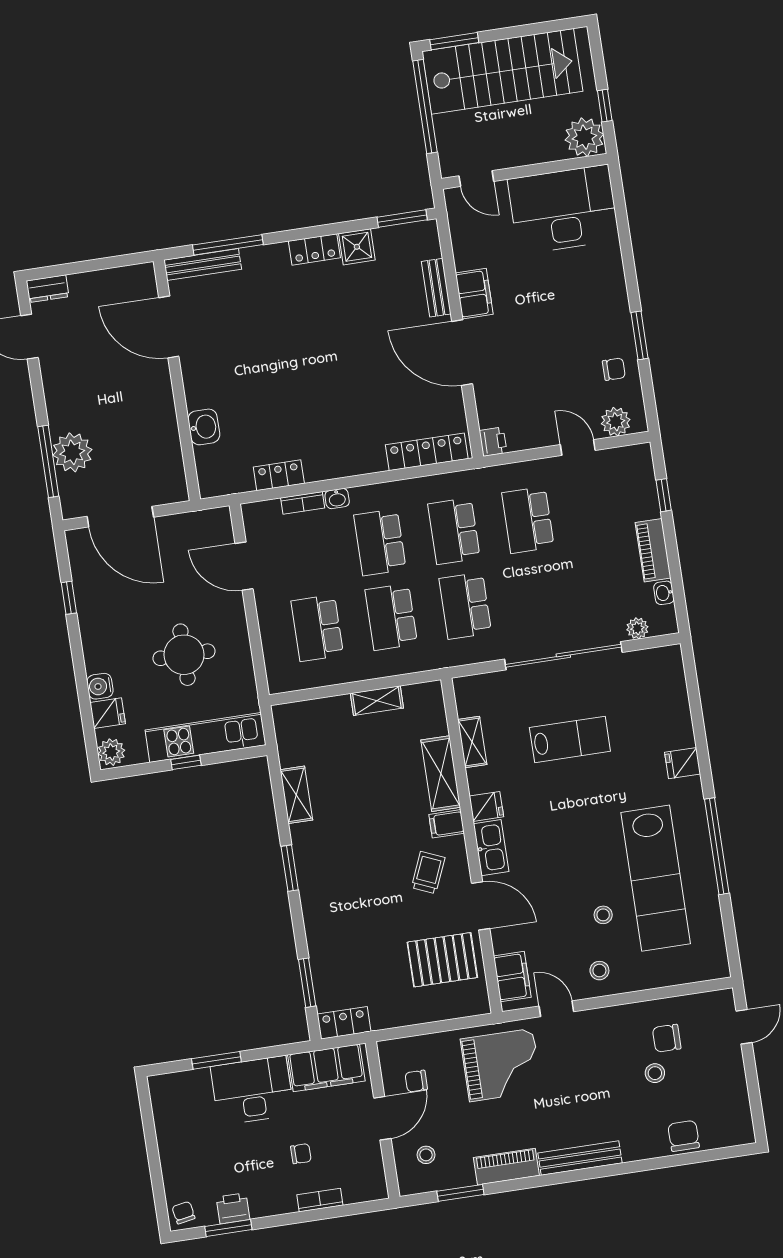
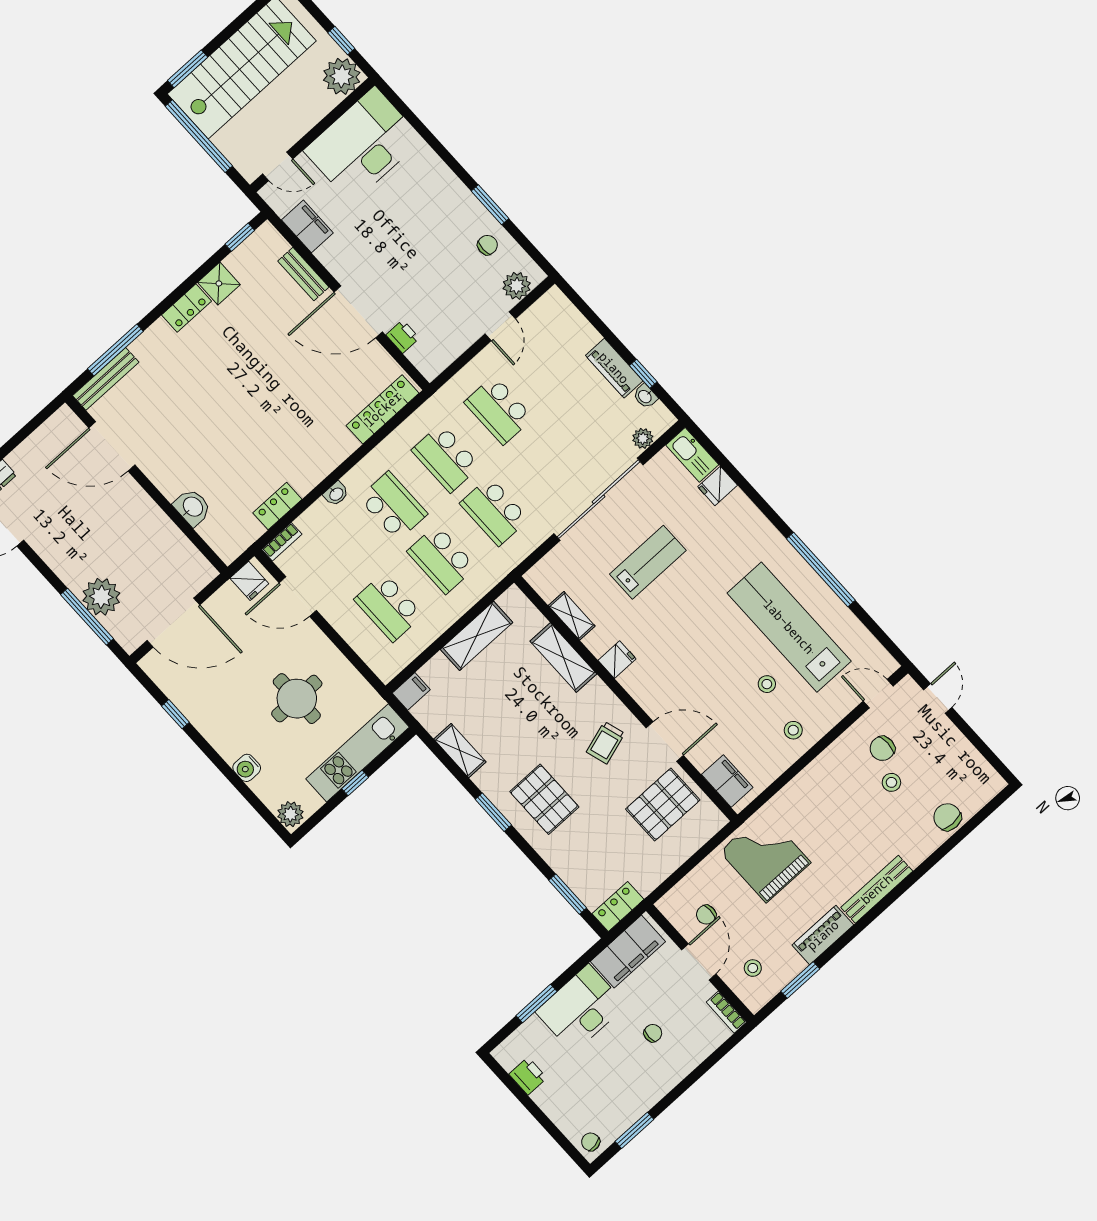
window: (402, 218) -> (240, 237), width x0.67
filing cabinet: (474, 294) -> (307, 226), moved
printer: (493, 442) -> (403, 336), moved
door: (578, 448) -> (500, 326), swing flipped
window: (664, 495) -> (643, 374), moved
bookcase: (303, 503) -> (282, 542), moved
school desk: (380, 542) -> (393, 506), turned 180
shelving: (377, 701) -> (477, 636), width x1.50, depth x1.33
fridge: (108, 713) -> (249, 581), moved, turned 90
fridge: (683, 763) -> (718, 486), moved
filing cabinet: (447, 824) -> (411, 691), moved, turned 180
kitchen sink: (491, 848) -> (692, 455), moved, turned 180
trolley: (428, 873) -> (606, 743), turned -130
lab bench: (656, 878) -> (789, 627), turned 180
pallet: (342, 886) -> (544, 799), added
door: (556, 1009) -> (878, 694), moved
grand piano: (501, 1065) -> (765, 857), turned -90
bookcase: (320, 1200) -> (726, 1012), moved, turned -90
printer: (233, 1208) -> (528, 1076), moved, turned 90

